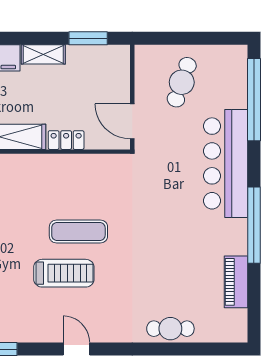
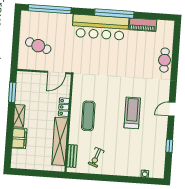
bar counter: (226, 163) -> (100, 27), moved
exercise mat: (78, 232) -> (88, 116), moved

